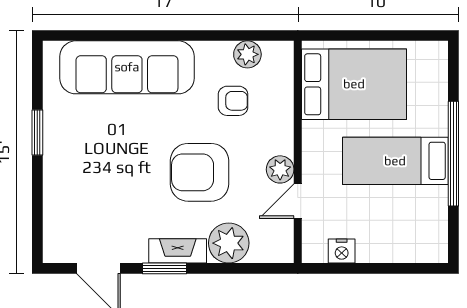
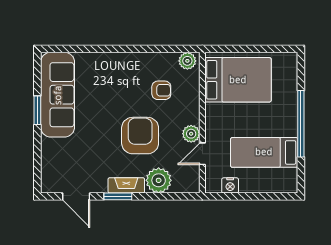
plant: (247, 54) -> (187, 61), moved
sofa: (127, 67) -> (58, 95), moved, turned -90
bed: (395, 161) -> (264, 152), moved
armchair: (200, 172) -> (140, 136), turned 90

